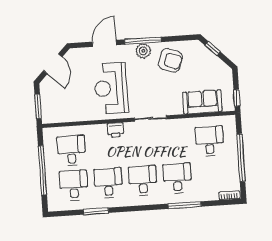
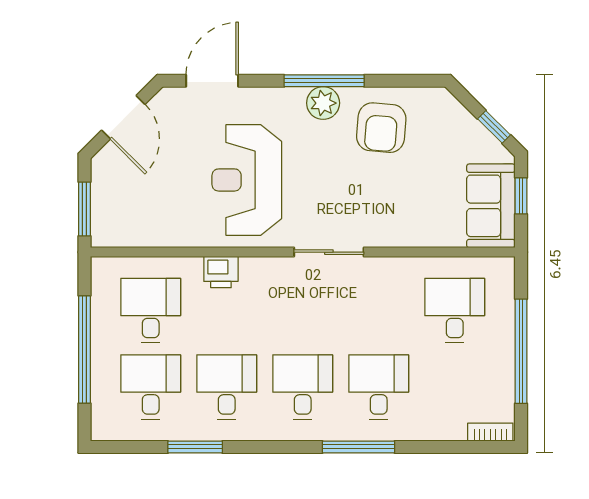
door: (104, 43) -> (212, 81), moved
window: (213, 49) -> (494, 127), moved
armchair: (170, 60) -> (381, 128), turned 75
window: (237, 98) -> (521, 196), moved
sofa: (202, 102) -> (491, 206), moved, turned -90
printer: (115, 130) -> (221, 272), moved
window: (185, 205) -> (359, 447), moved

